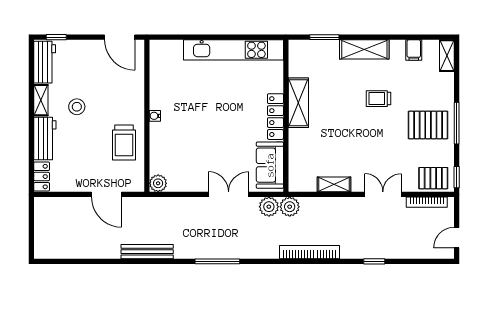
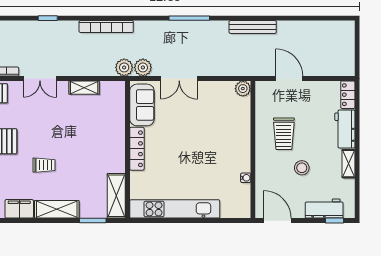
filing cabinet: (414, 50) -> (19, 209), width x2.00
workbench: (45, 62) -> (324, 209), moved, turned 90
shelving: (298, 103) -> (116, 196), moved
stool: (77, 107) -> (302, 168), moved
water cooler: (155, 116) -> (246, 178), moved
trolley: (124, 143) -> (284, 134), moved, turned 180

